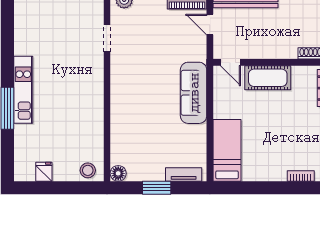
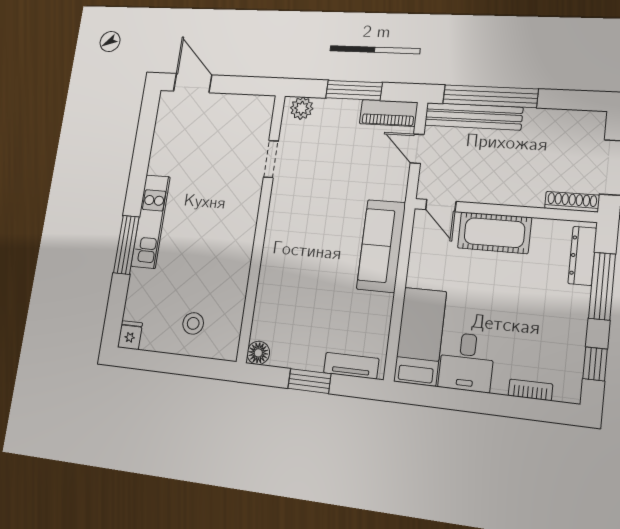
desk: (259, 163) -> (467, 362), added
stool: (88, 170) -> (193, 323), moved
fridge: (44, 172) -> (130, 335), moved

